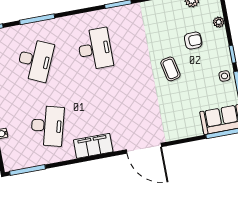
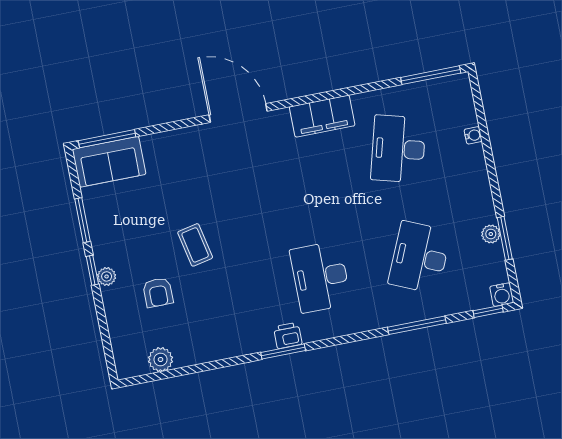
printer: (115, 14) -> (288, 335), added
plant: (219, 22) -> (107, 276), moved
armchair: (193, 41) -> (158, 292), turned -89
side table: (224, 76) -> (105, 234), removed

